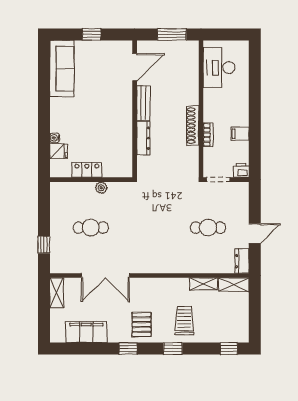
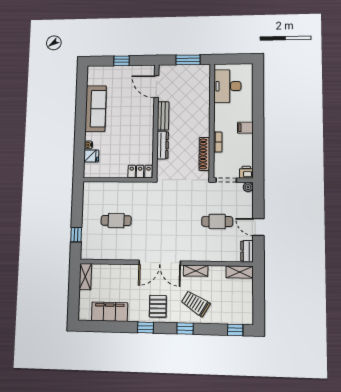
door: (135, 67) -> (156, 87), swing flipped
sofa: (62, 69) -> (96, 109), moved
shoe rack: (193, 126) -> (204, 154), moved
filing cabinet: (240, 134) -> (245, 128), moved
locker: (87, 170) -> (140, 172), moved
plant: (101, 188) -> (248, 187), moved
door: (255, 234) -> (258, 227), swing flipped
double door: (105, 276) -> (160, 263), moved
shelving: (204, 284) -> (196, 271), moved
trolley: (184, 321) -> (196, 303), turned -59

